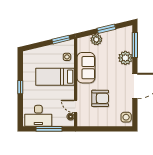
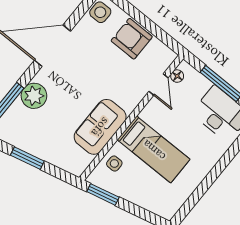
plant: (96, 40) -> (54, 154), removed
window: (20, 87) -> (214, 174), removed
armchair: (100, 98) -> (132, 39), moved

